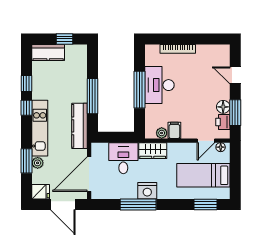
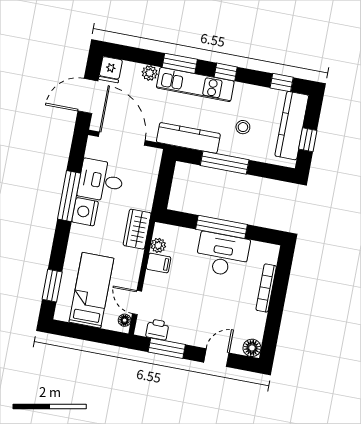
kitchen counter: (48, 52) -> (292, 126), width x1.50
window: (26, 83) -> (282, 83), moved
stool: (64, 88) -> (243, 127), added
floor lamp: (223, 107) -> (252, 348), moved
desk: (123, 158) -> (101, 181), moved, turned 180
window: (26, 161) -> (180, 63), moved

